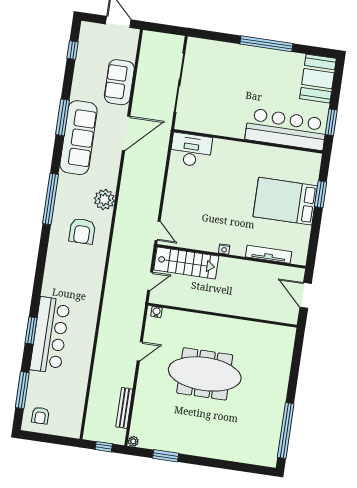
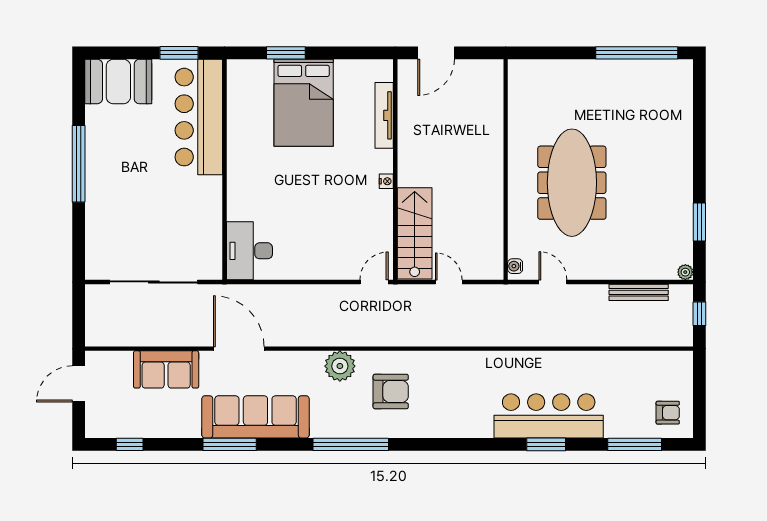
water cooler: (156, 312) -> (515, 266), moved
wall: (222, 315) -> (506, 170), moved

